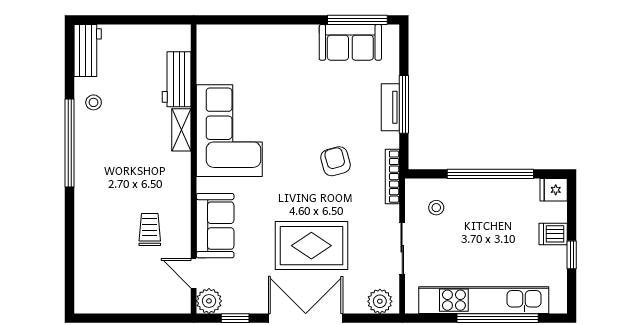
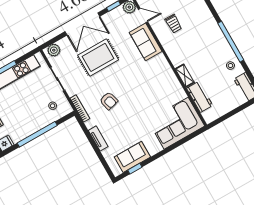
window: (357, 20) -> (135, 169), width x0.46
window: (404, 104) -> (93, 143), removed
corner sofa: (229, 131) -> (176, 123), moved, turned 90

